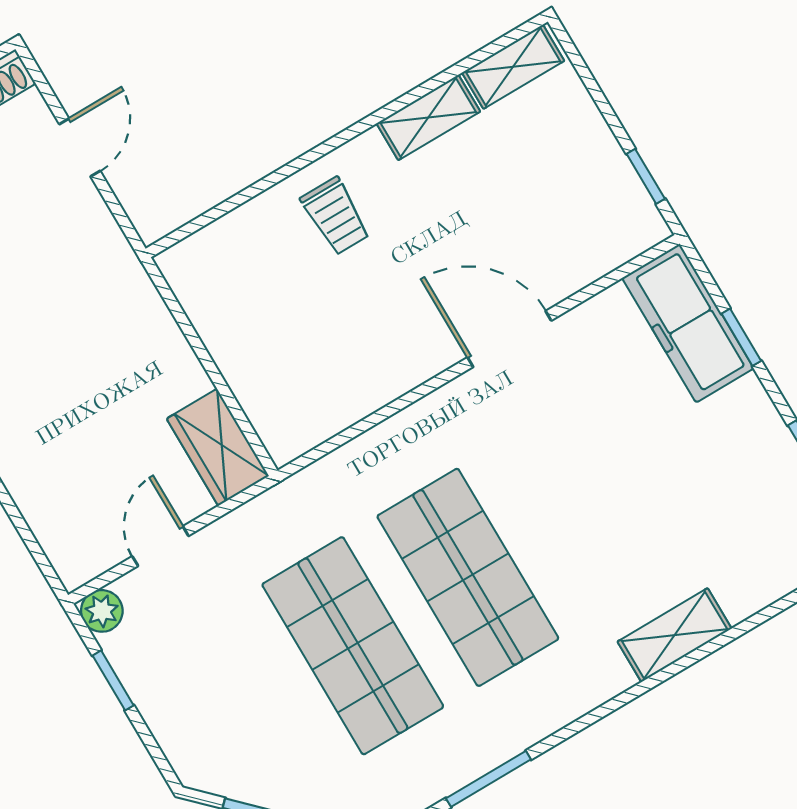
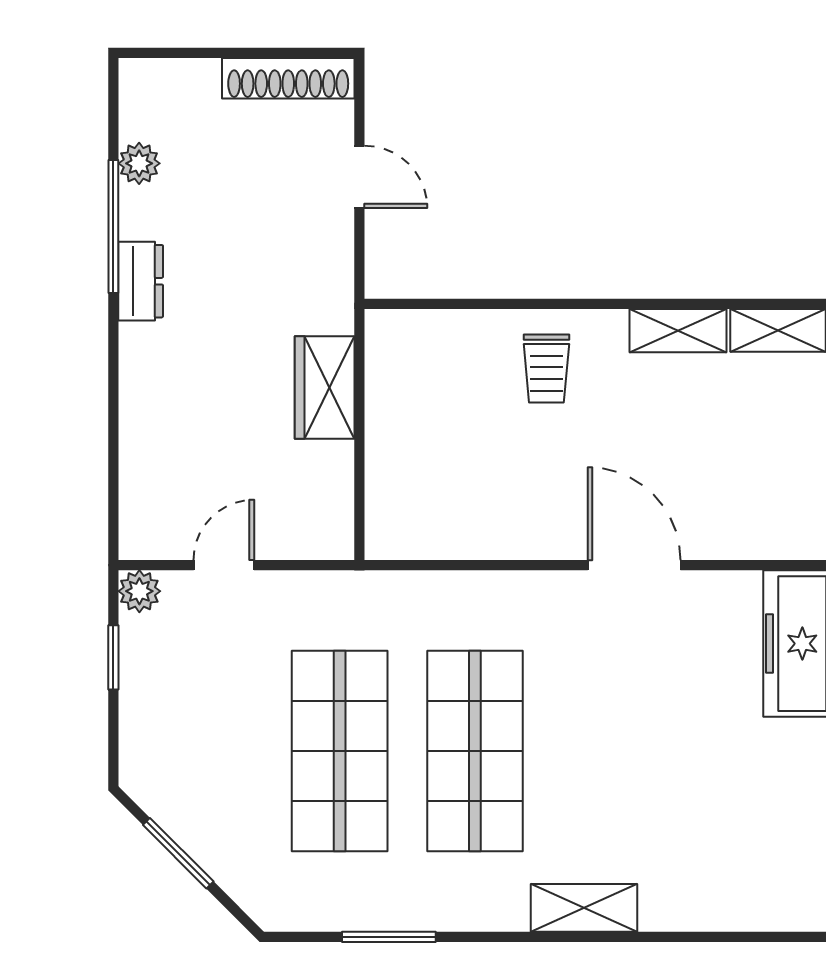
door: (80, 147) -> (359, 177), hinge flipped
wardrobe: (218, 447) -> (325, 388), moved
shelving: (675, 635) -> (584, 908), moved

